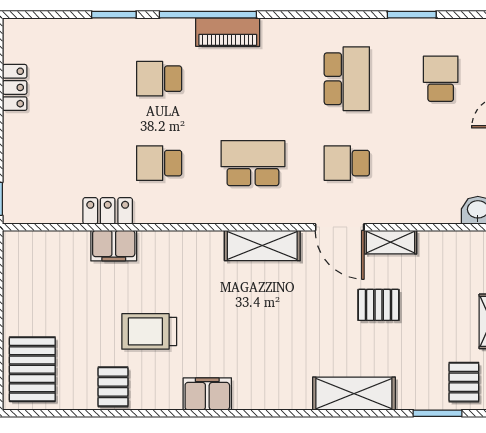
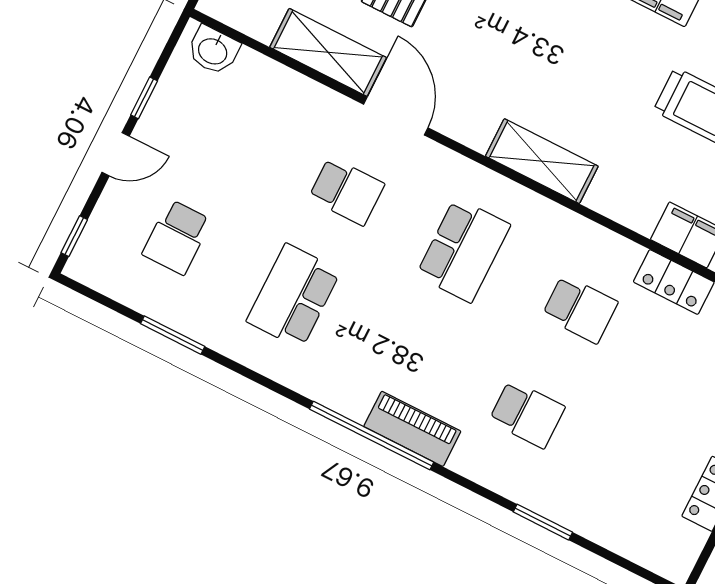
window: (208, 15) -> (372, 436), moved
school desk: (253, 163) -> (463, 250), turned -90
shelving: (391, 242) -> (328, 52), width x1.50, depth x1.33
shelving: (262, 246) -> (542, 161), moved

